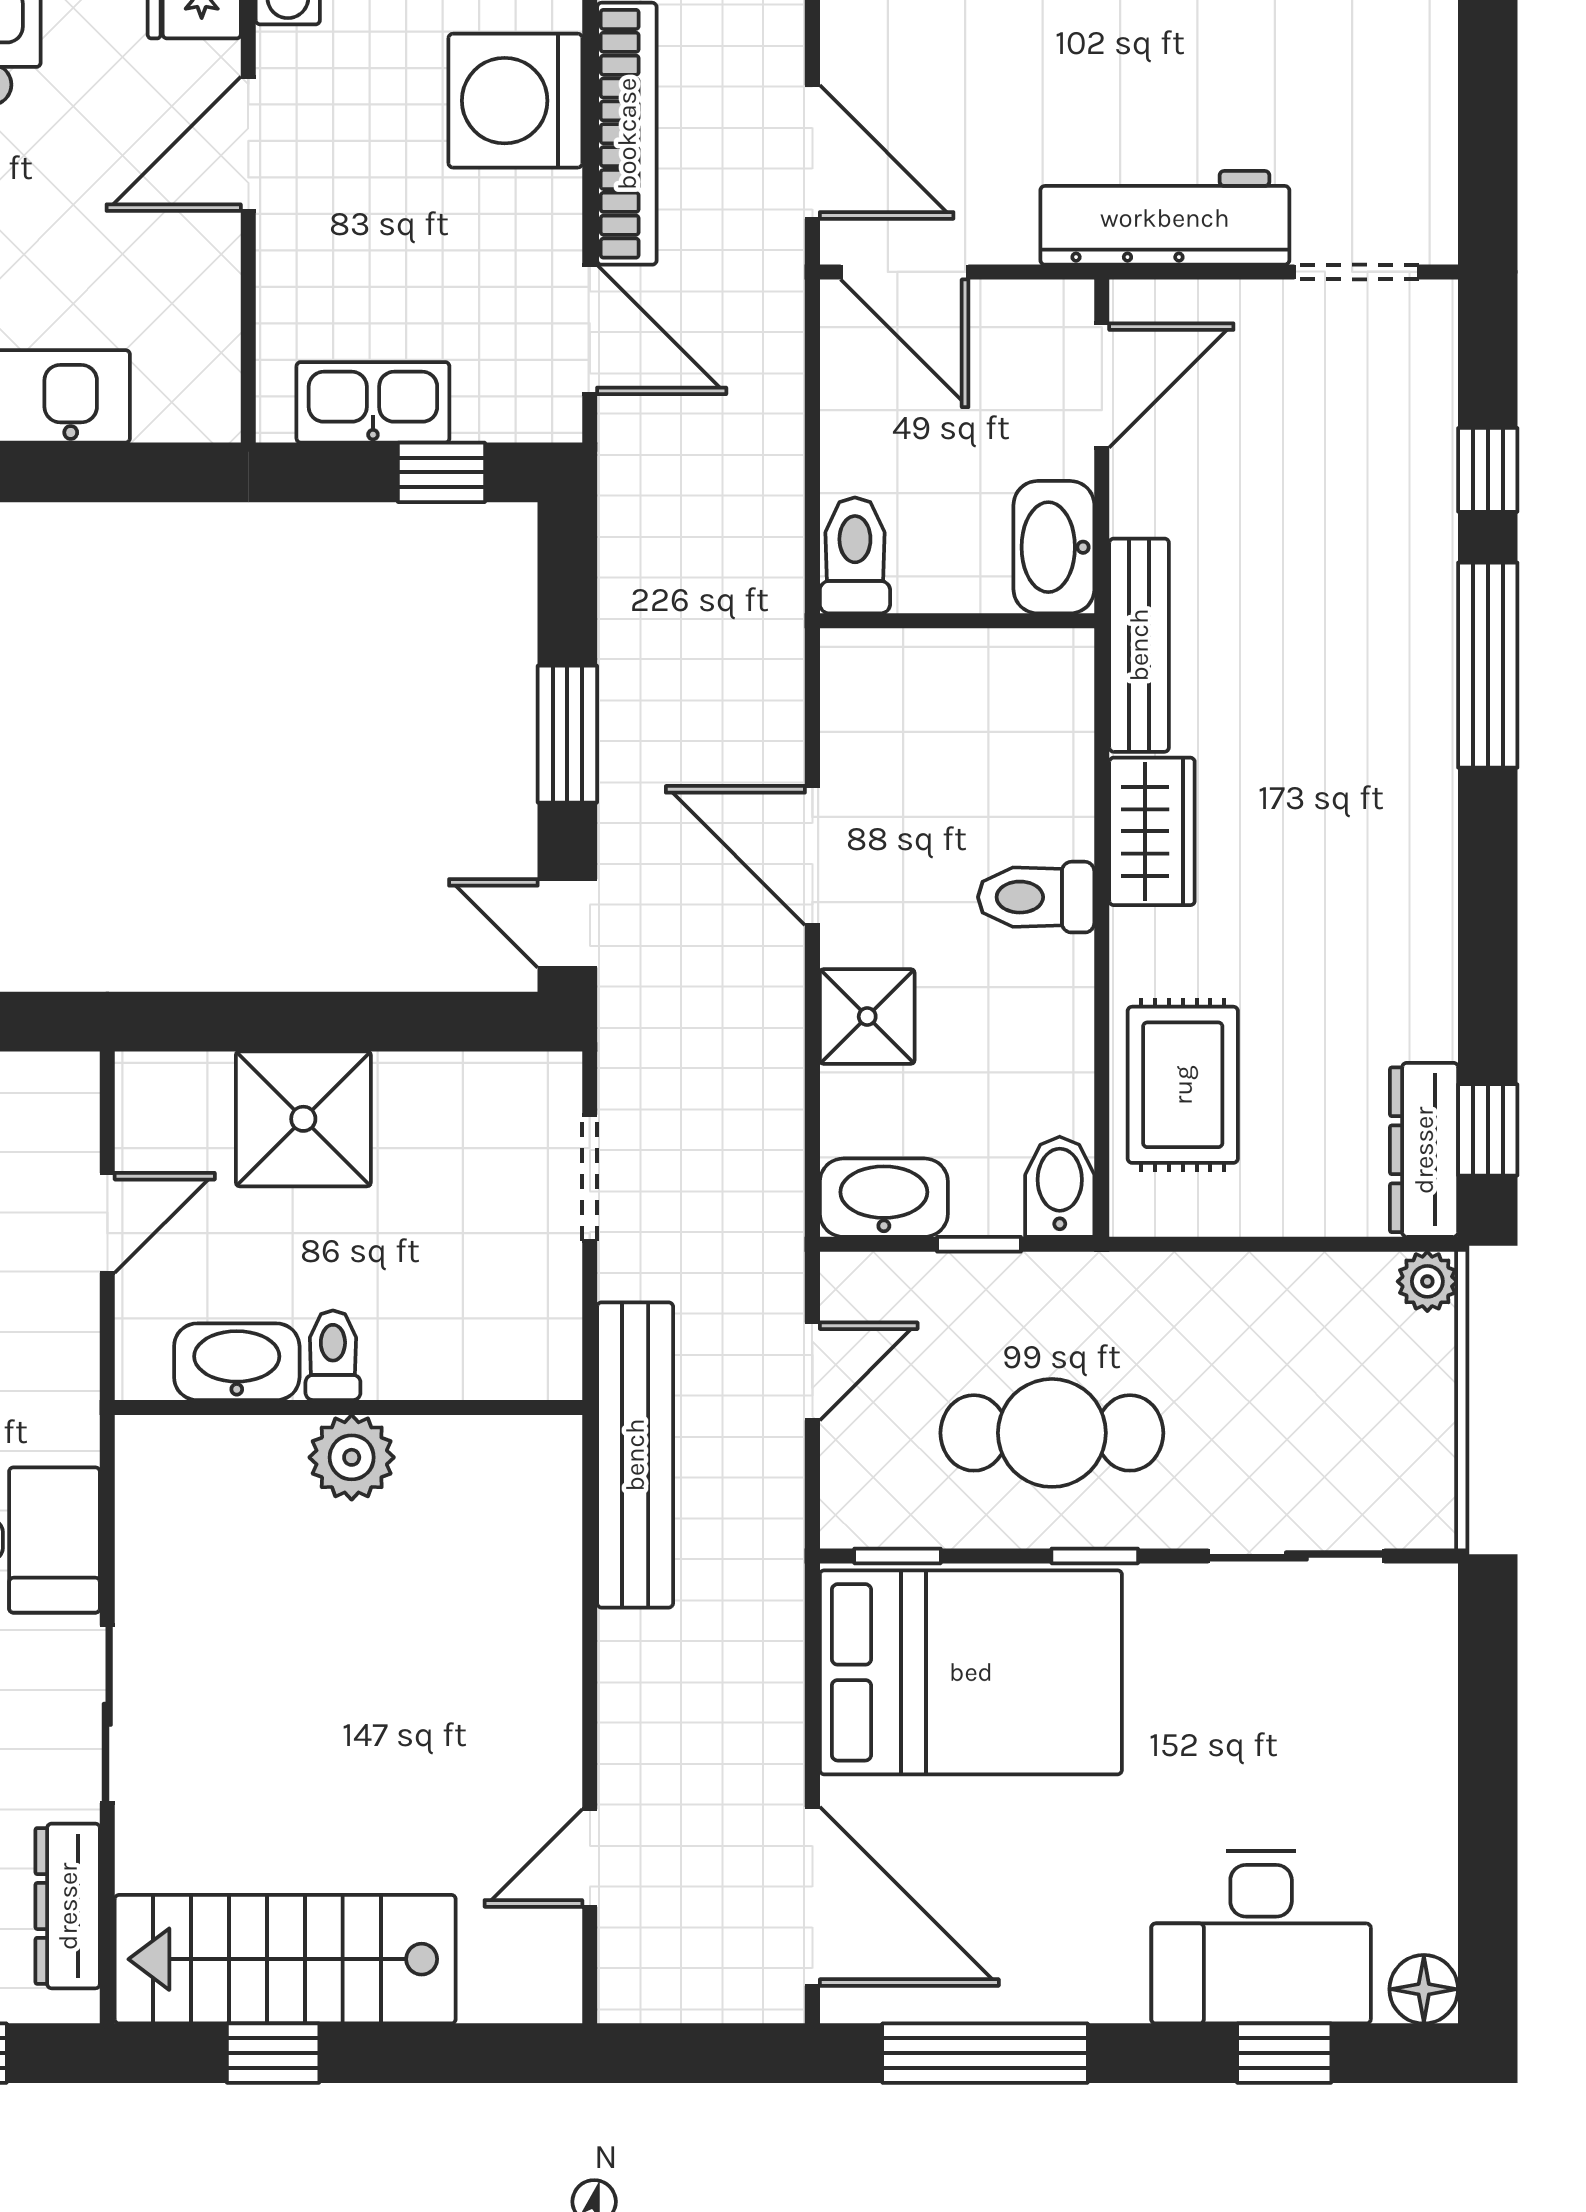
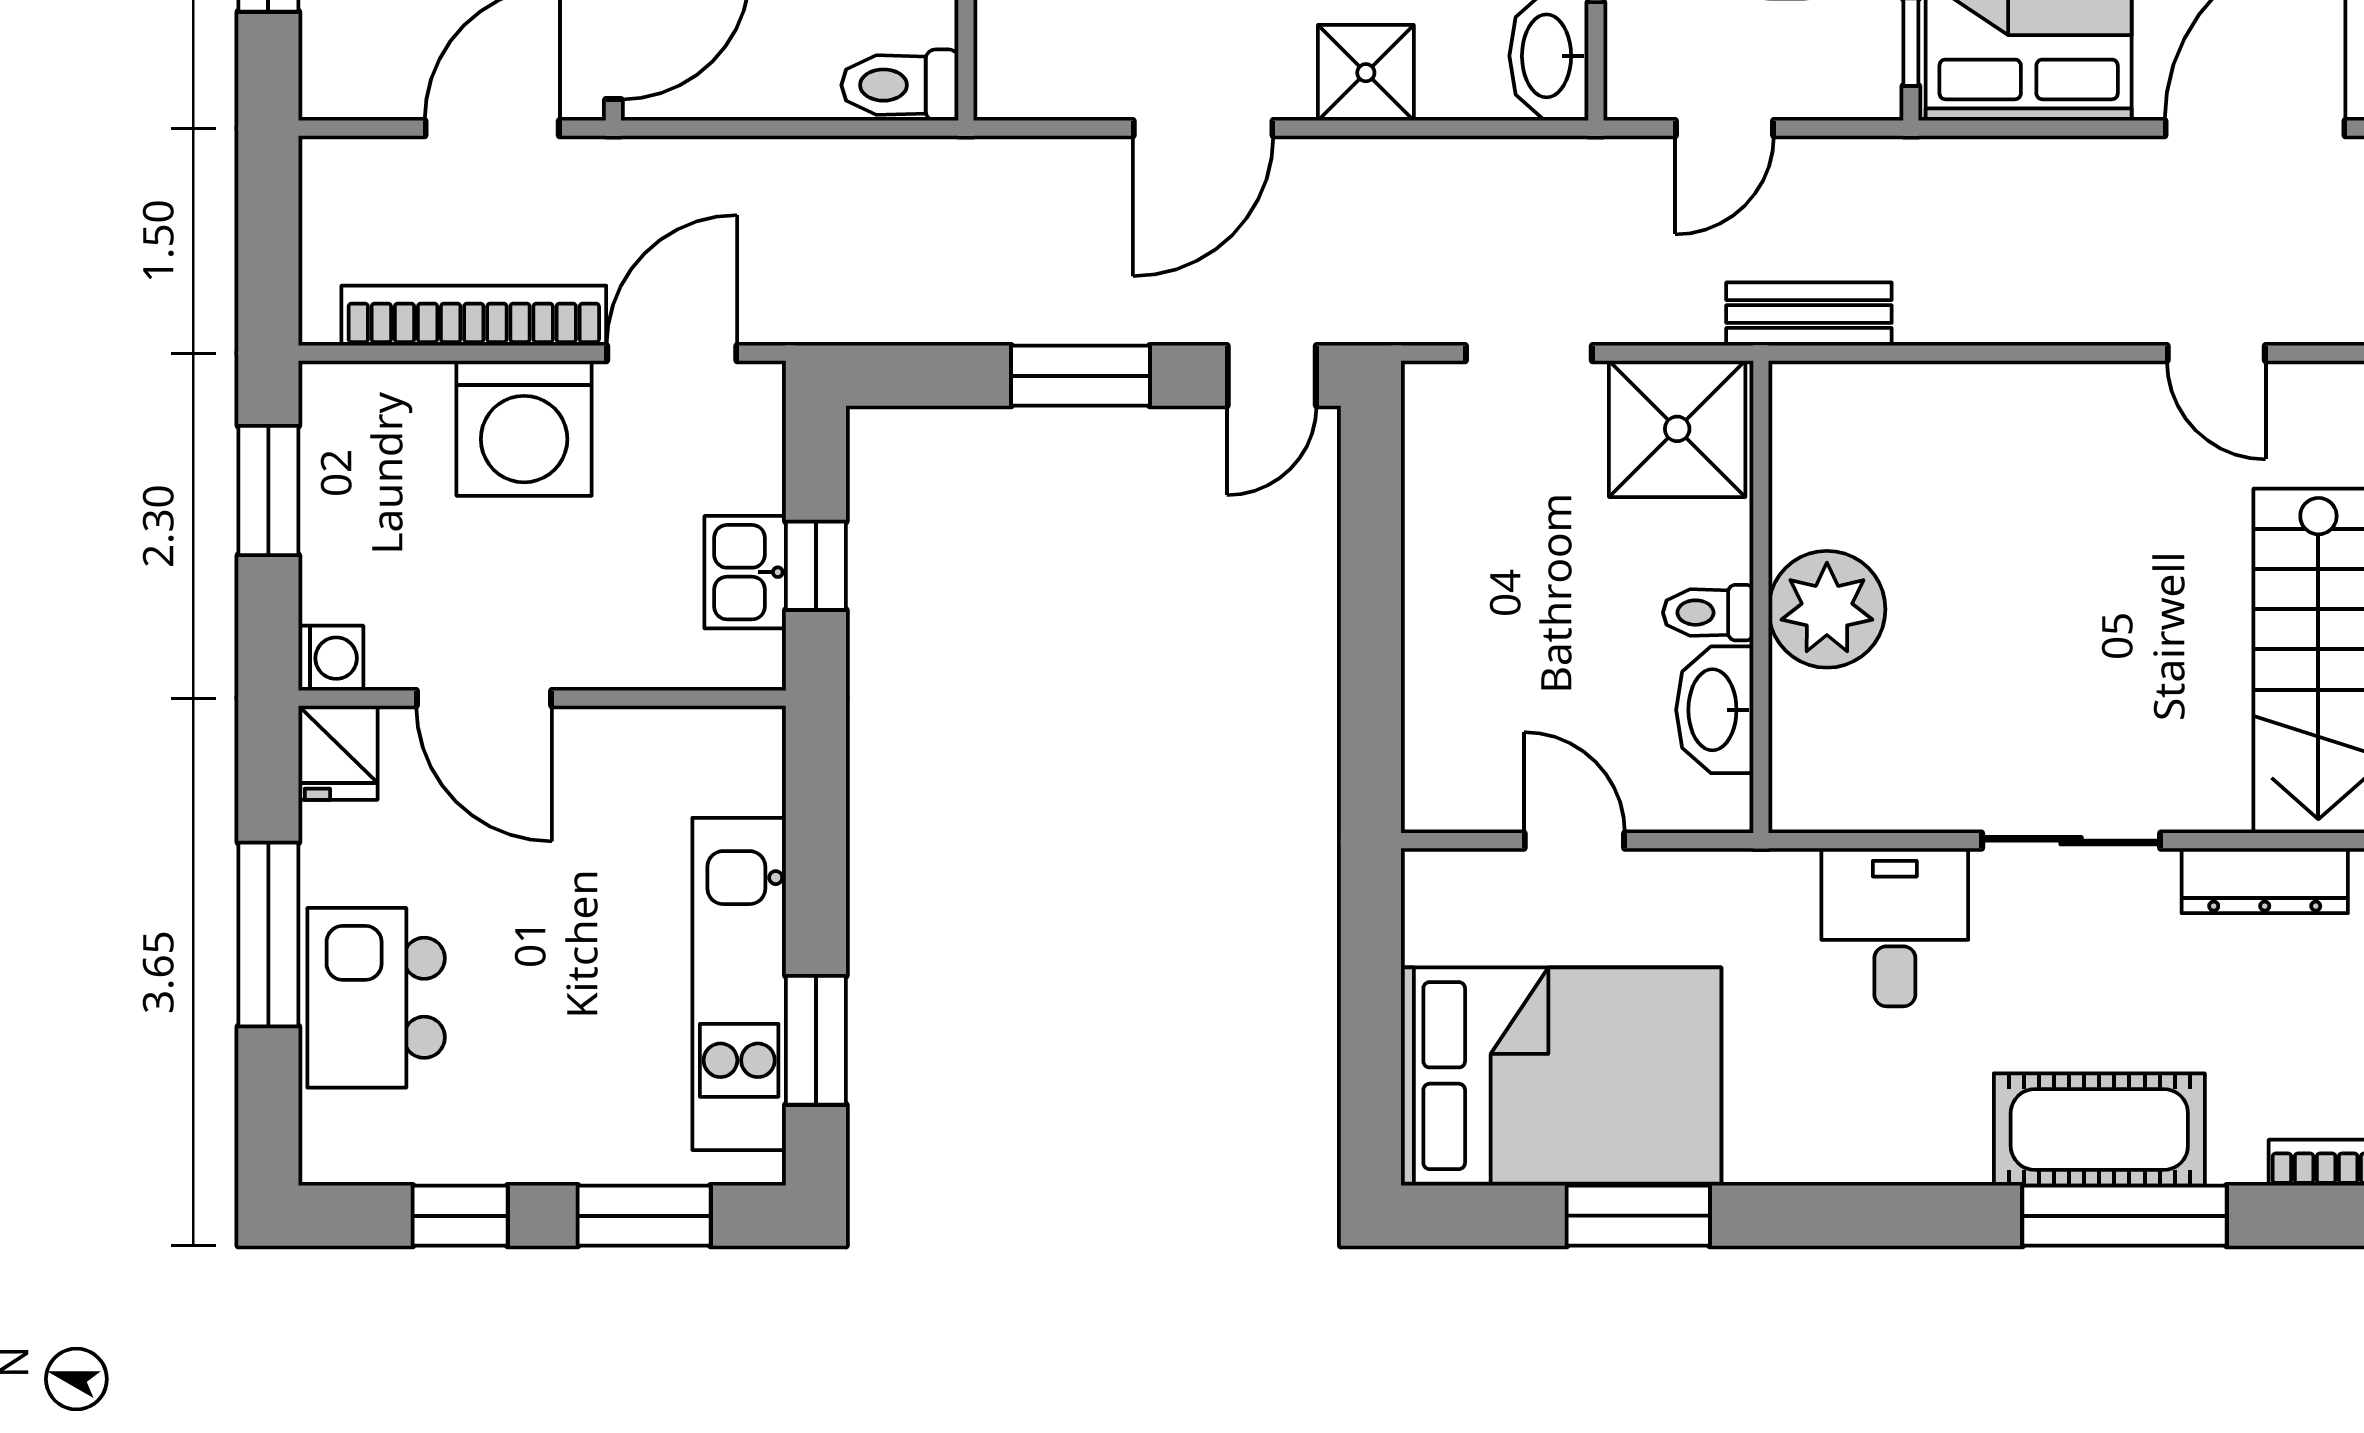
washing machine: (515, 101) -> (524, 428), moved
kitchen sink: (373, 402) -> (745, 572), width x0.73
window: (441, 472) -> (816, 566), moved
shower: (303, 1119) -> (1677, 429), moved
door: (812, 1371) -> (1724, 128), swing flipped
bench: (635, 1455) -> (1809, 314), width x0.54, depth x0.82
plant: (352, 1457) -> (1827, 609), width x1.36, depth x1.36

